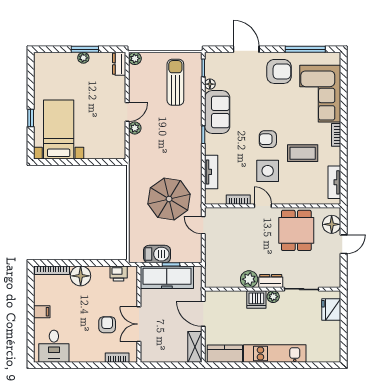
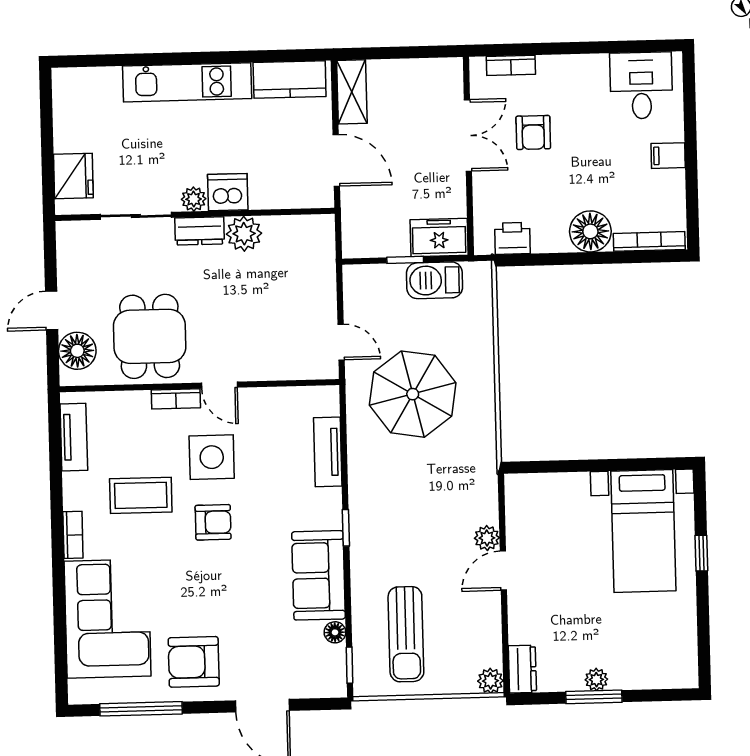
bookcase: (238, 200) -> (176, 399), moved
freezer: (167, 277) -> (439, 237), width x0.52, depth x0.79

